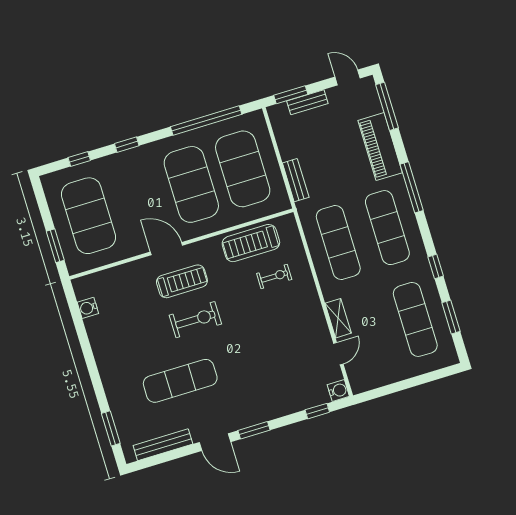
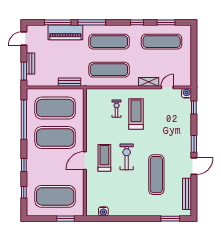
window: (387, 106) -> (58, 22), moved
treadmill: (251, 243) -> (136, 114), moved, turned 180
door: (338, 354) -> (167, 87), hinge flipped

